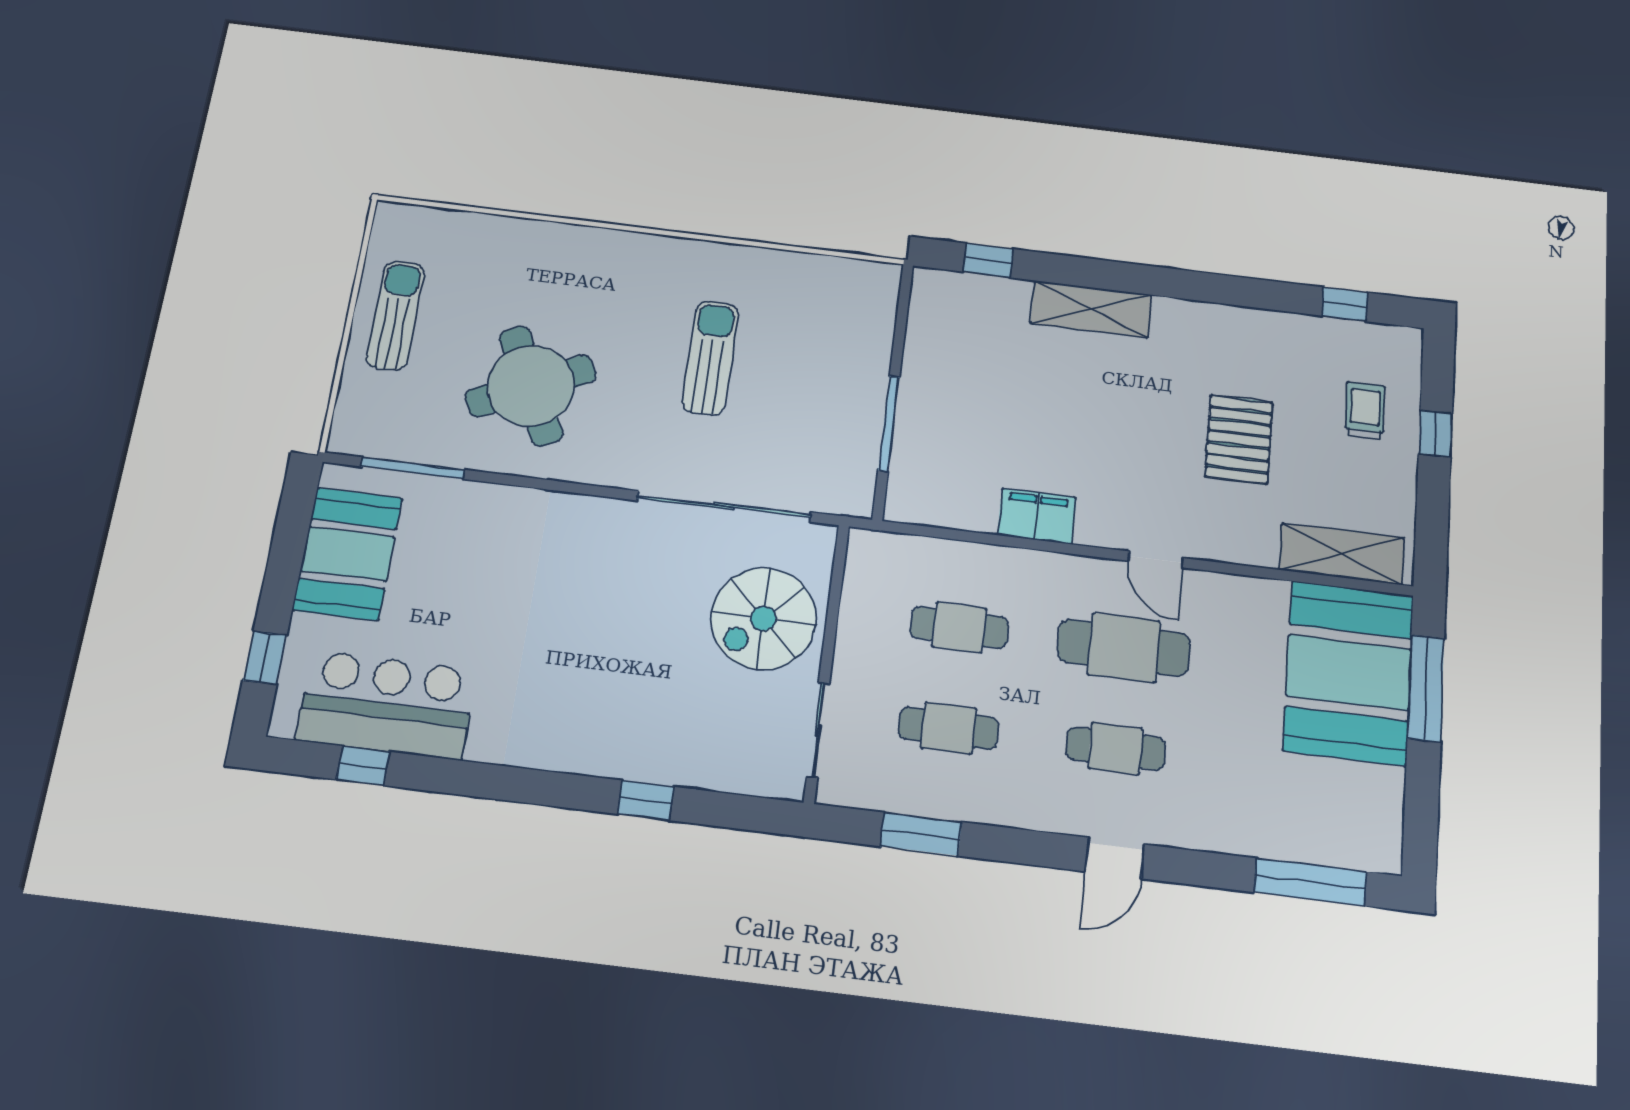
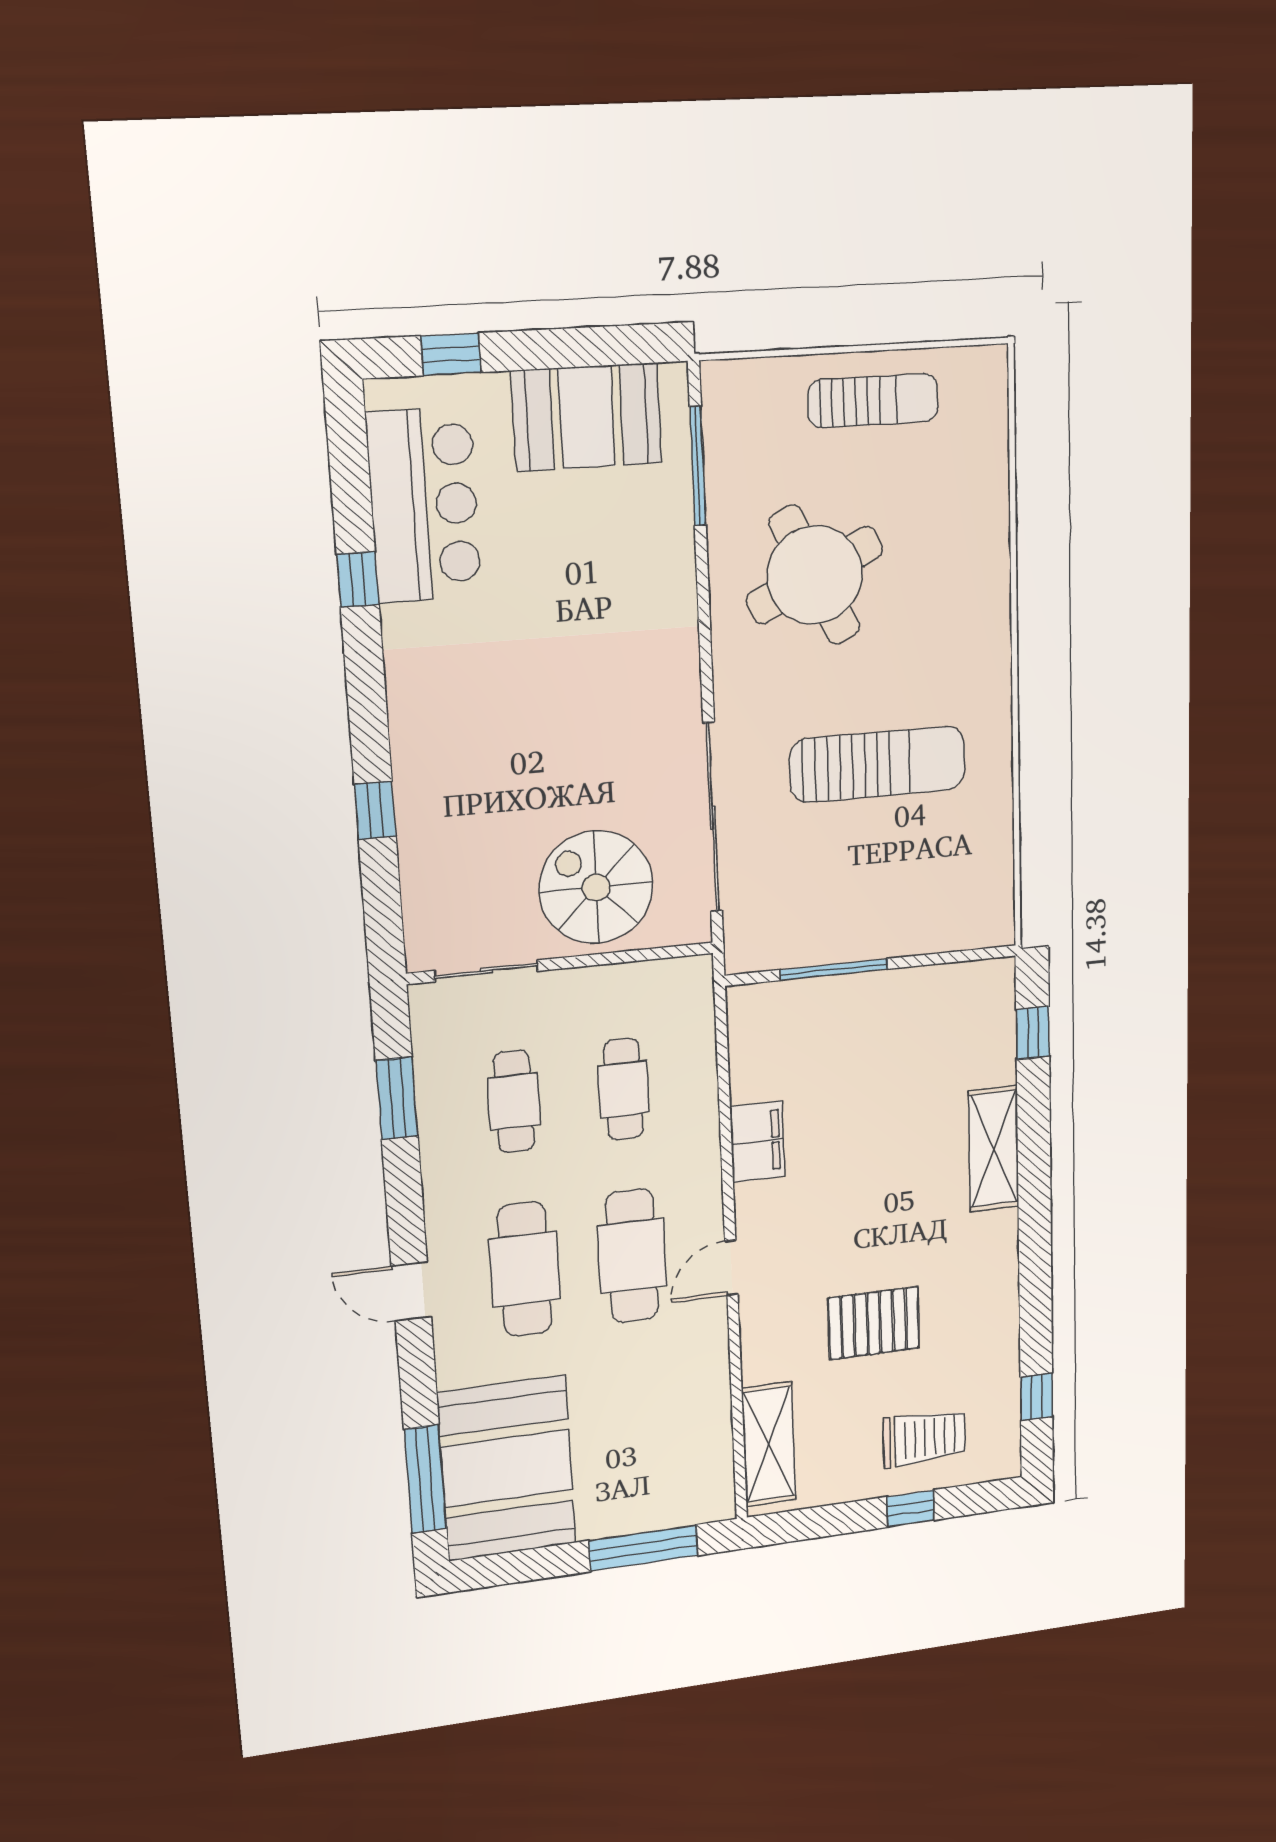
sun lounger: (710, 358) -> (878, 764), width x1.36, depth x1.34
trolley: (1365, 411) -> (924, 1438), width x1.36, depth x1.39
booth: (1349, 672) -> (507, 1468), moved, turned 90
cafe table: (1115, 749) -> (525, 1269), width x1.37, depth x1.35
window: (363, 766) -> (358, 579), moved

